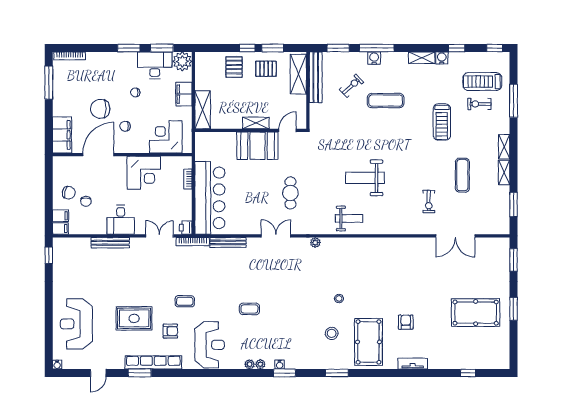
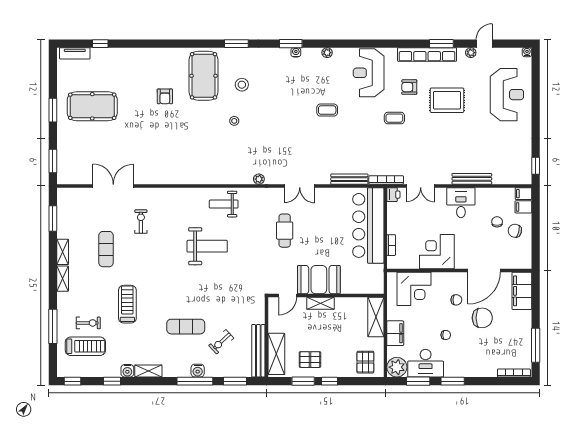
pallet: (234, 67) -> (365, 362), moved
plant: (260, 364) -> (471, 53), moved
tv unit: (413, 364) -> (75, 53), moved

